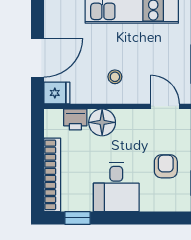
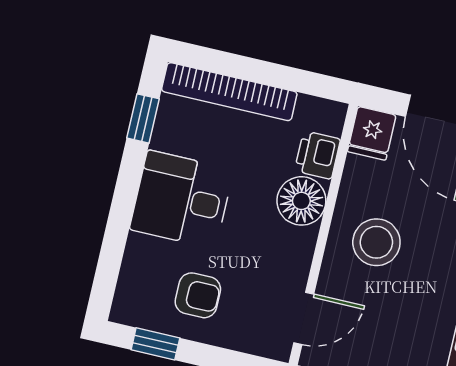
stool: (115, 77) -> (376, 242), width x1.89, depth x1.89

